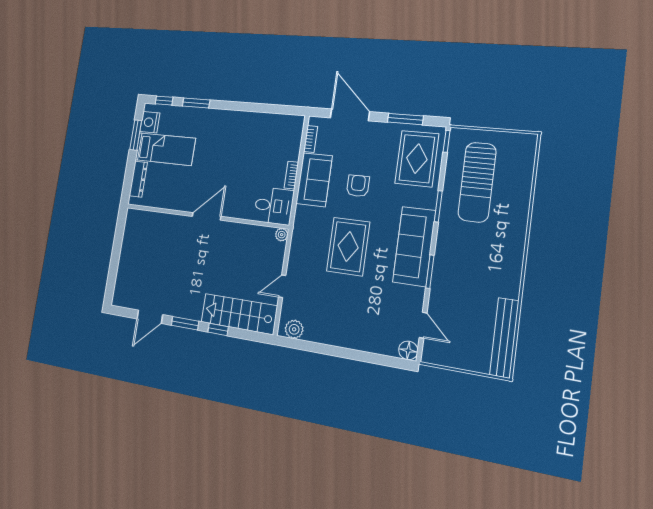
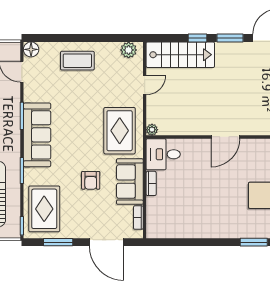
rug: (348, 247) -> (120, 131), moved
coffee table: (354, 327) -> (77, 61), added

